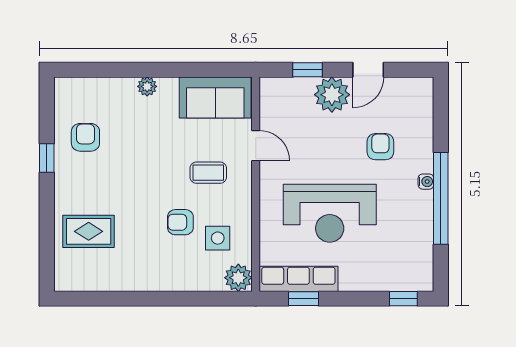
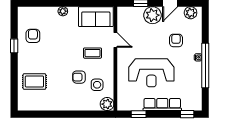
plant: (410, 90) -> (191, 13), added
row of seats: (298, 279) -> (162, 105), moved

